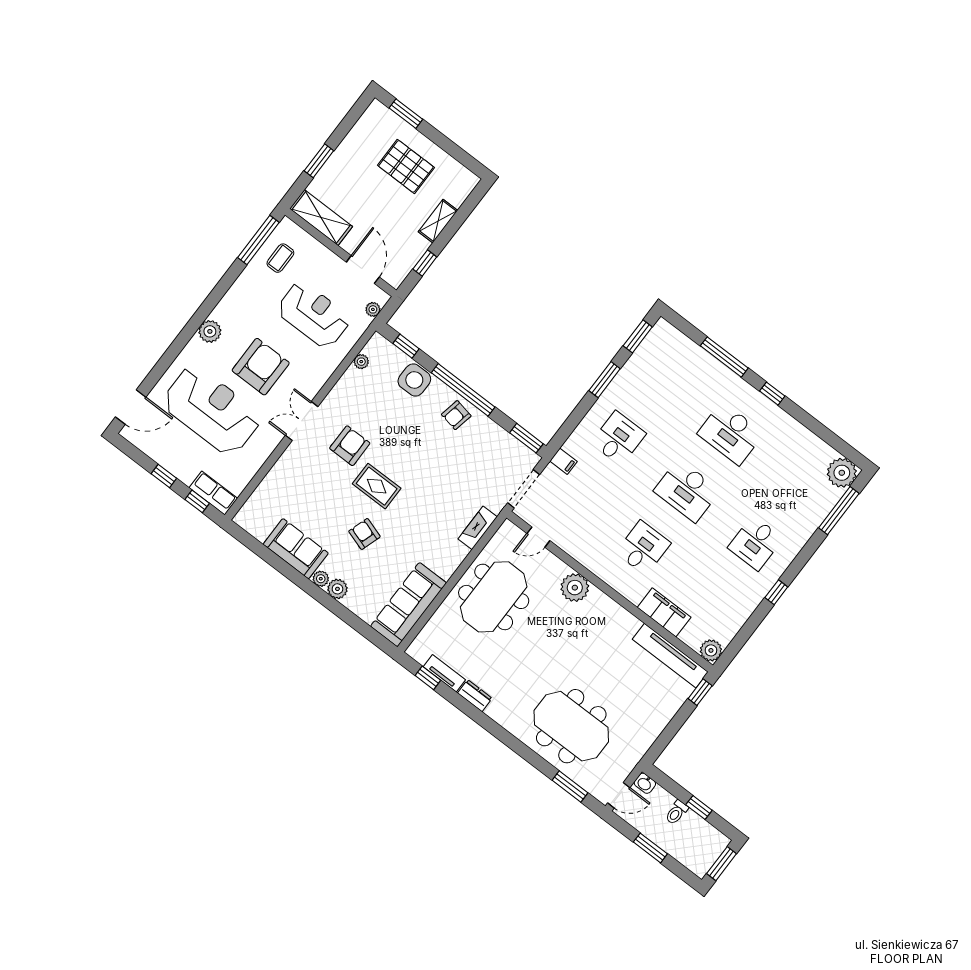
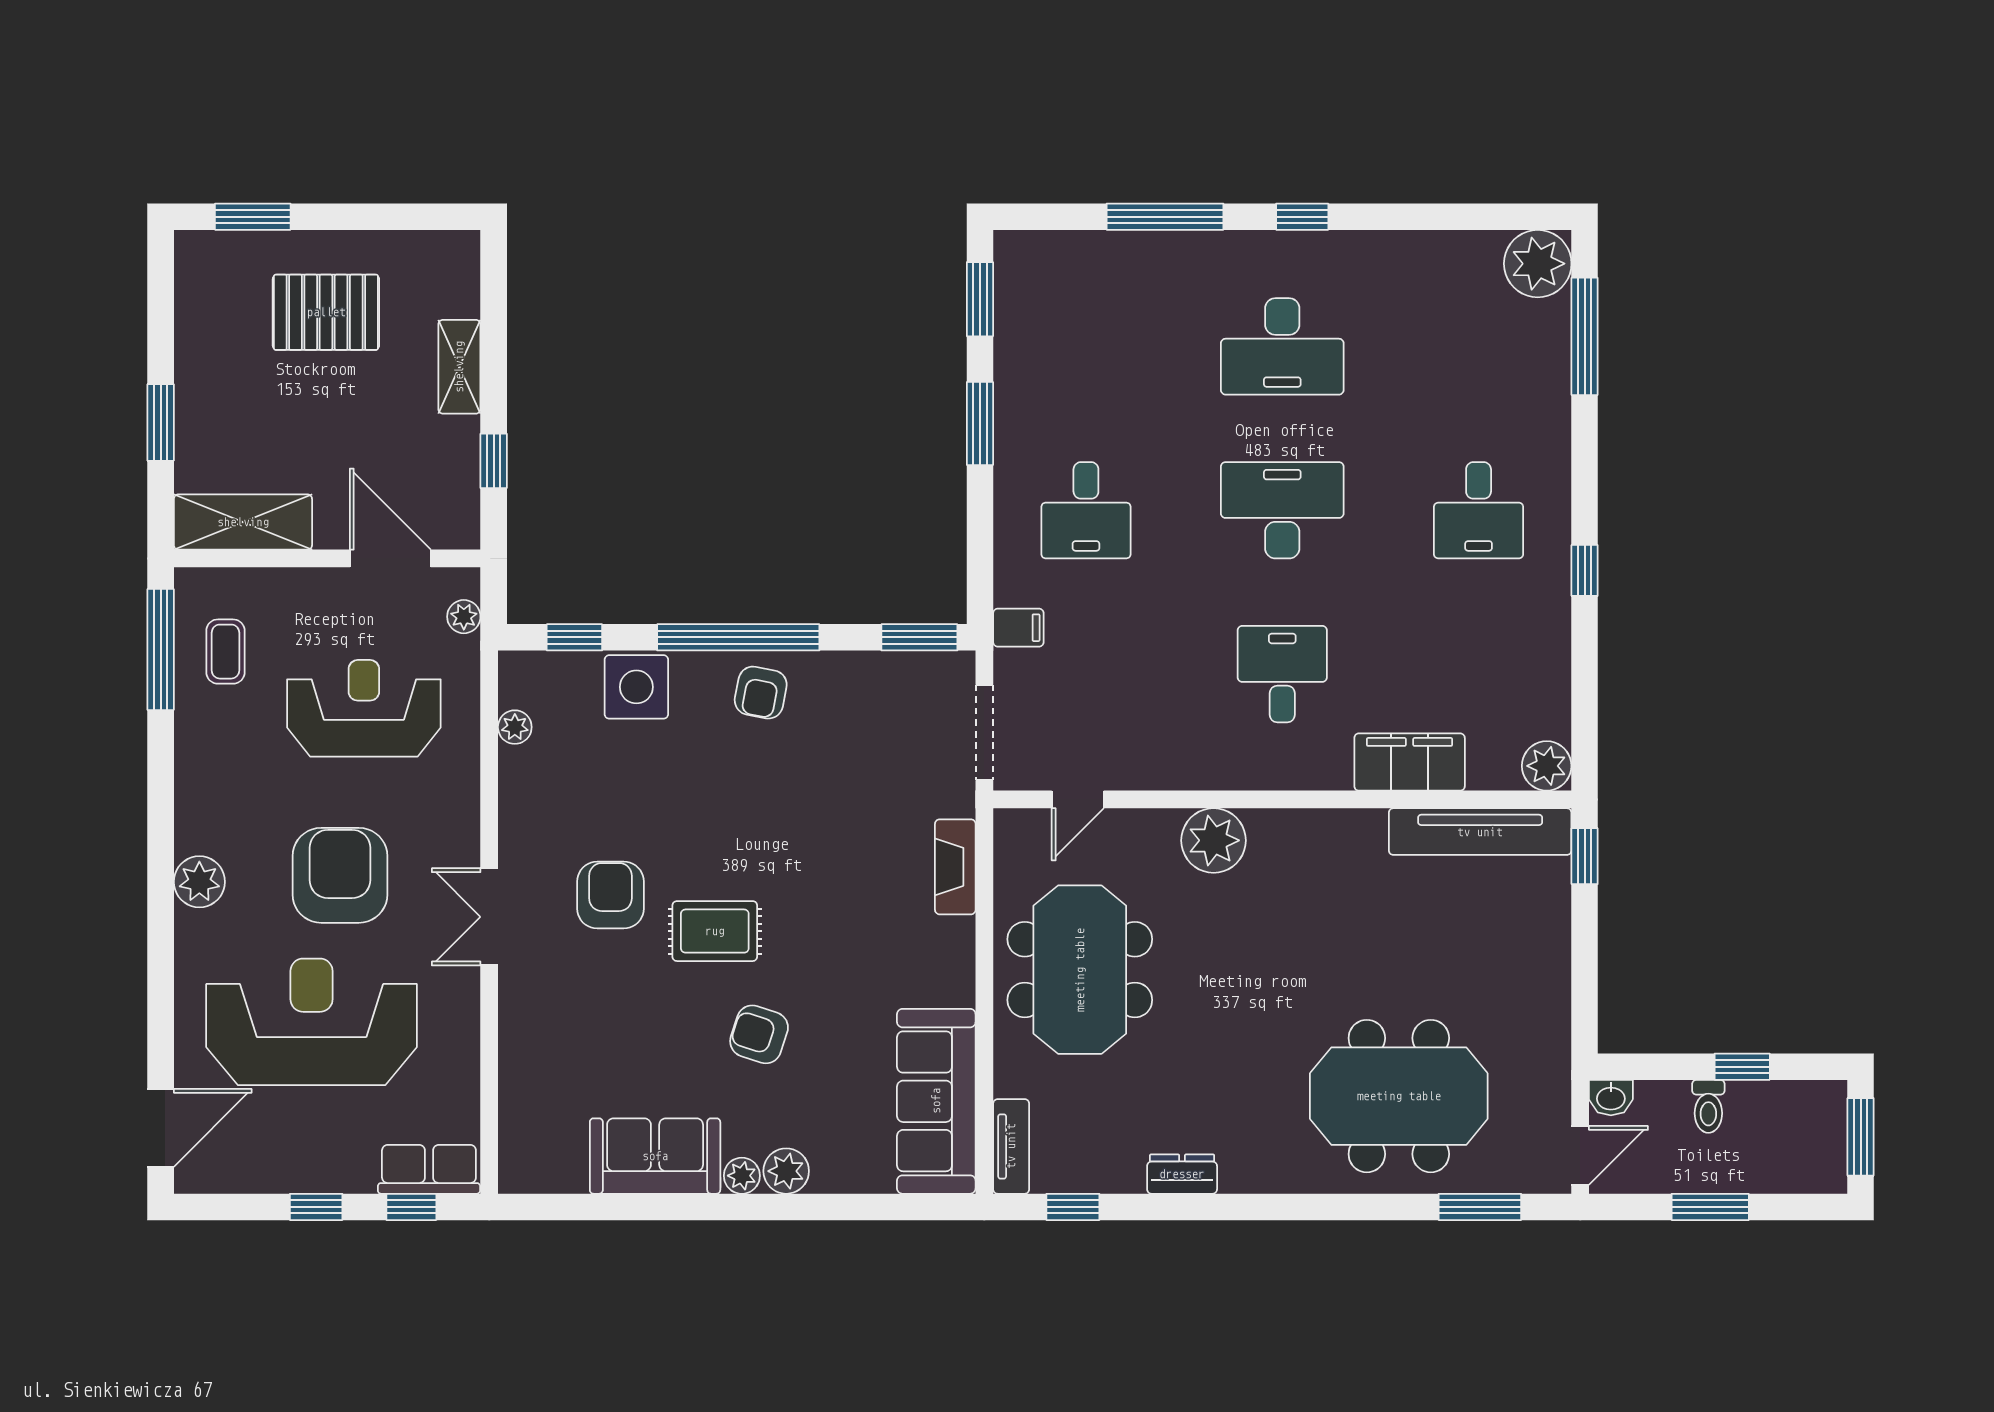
desk: (618, 438) -> (1086, 510), turned 180
desk: (687, 491) -> (1282, 510), turned 180
tv unit: (444, 673) -> (1011, 1146), moved, turned 90

